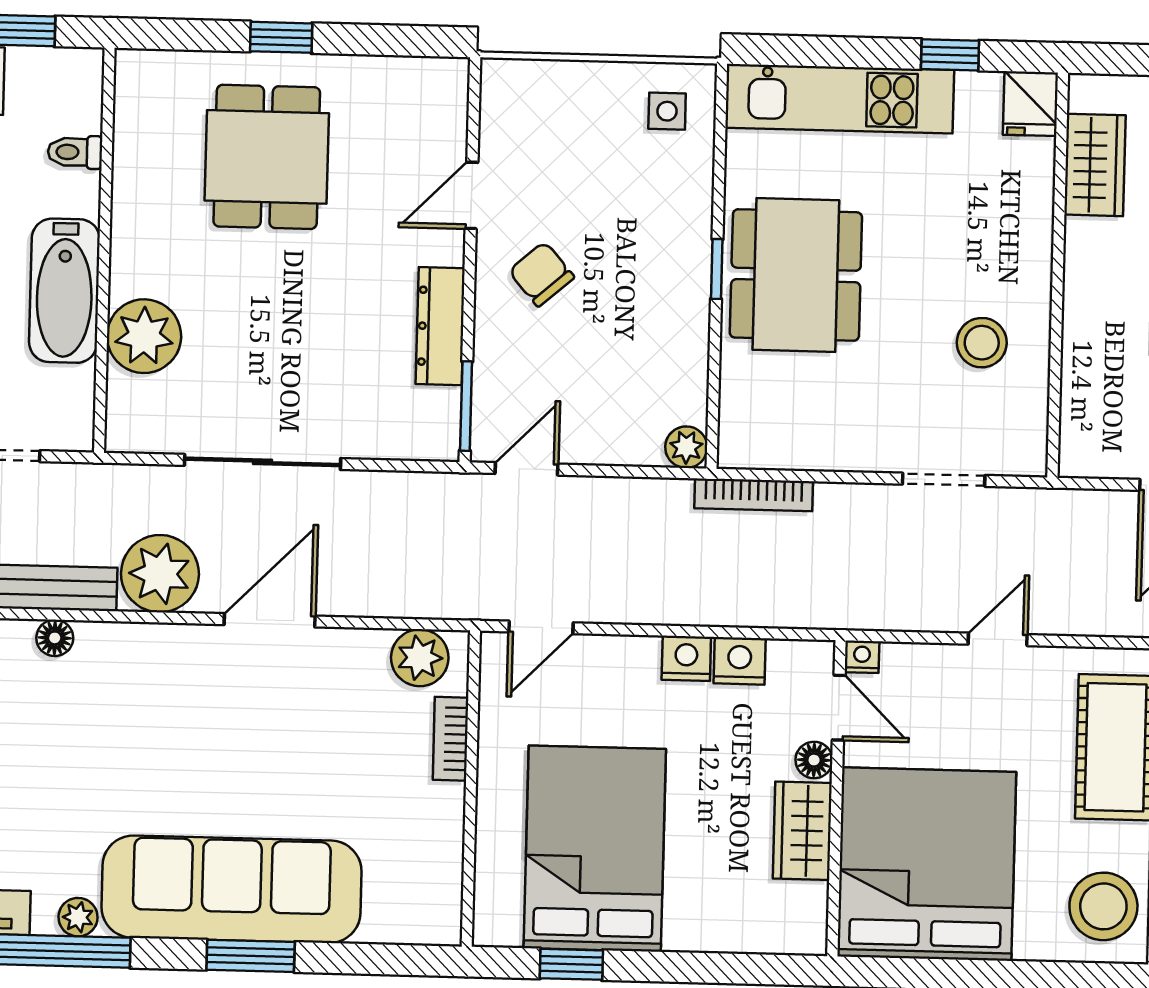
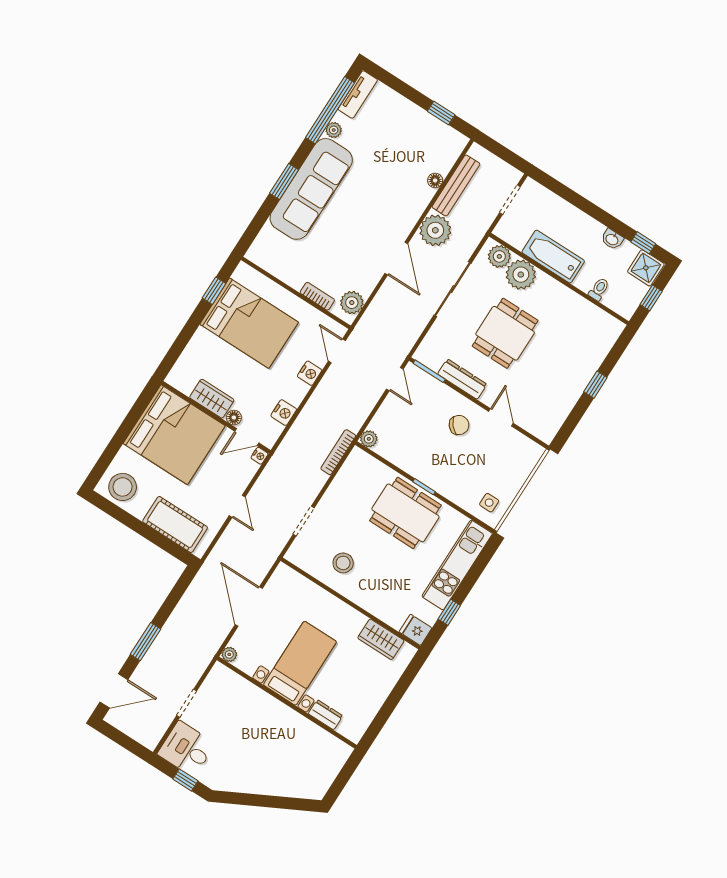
dining table: (267, 157) -> (505, 333), moved, turned 90
plant: (133, 405) -> (499, 256), added
nightstand: (686, 658) -> (310, 373), moved

